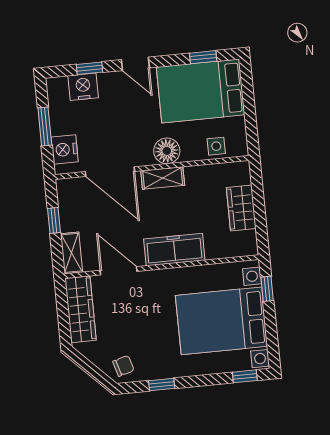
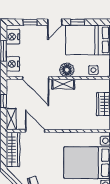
window: (203, 57) -> (78, 22), moved
door: (135, 64) -> (55, 22), hinge flipped
nightstand: (83, 87) -> (13, 37), moved, turned -90
freezer: (174, 250) -> (66, 123), removed

